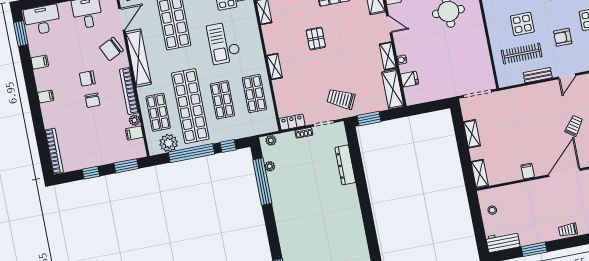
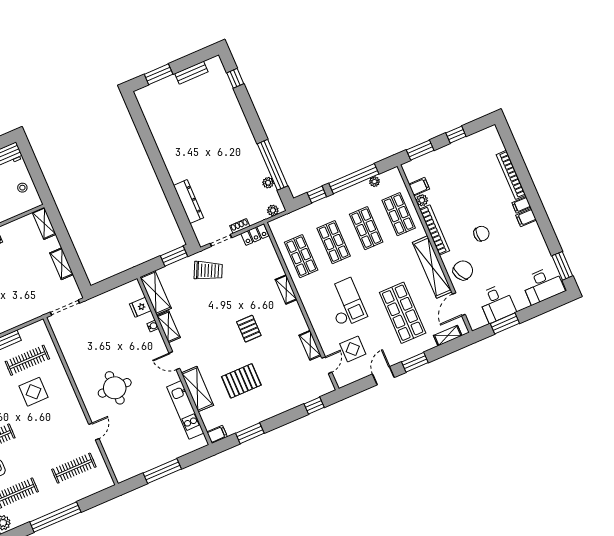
filing cabinet: (40, 62) -> (526, 218), moved
chair: (92, 100) -> (471, 212), removed
shop shelf: (190, 106) -> (366, 228), width x0.50, depth x0.74
plant: (169, 143) -> (374, 182), width x0.53, depth x0.53
bookcase: (54, 151) -> (511, 175), moved

